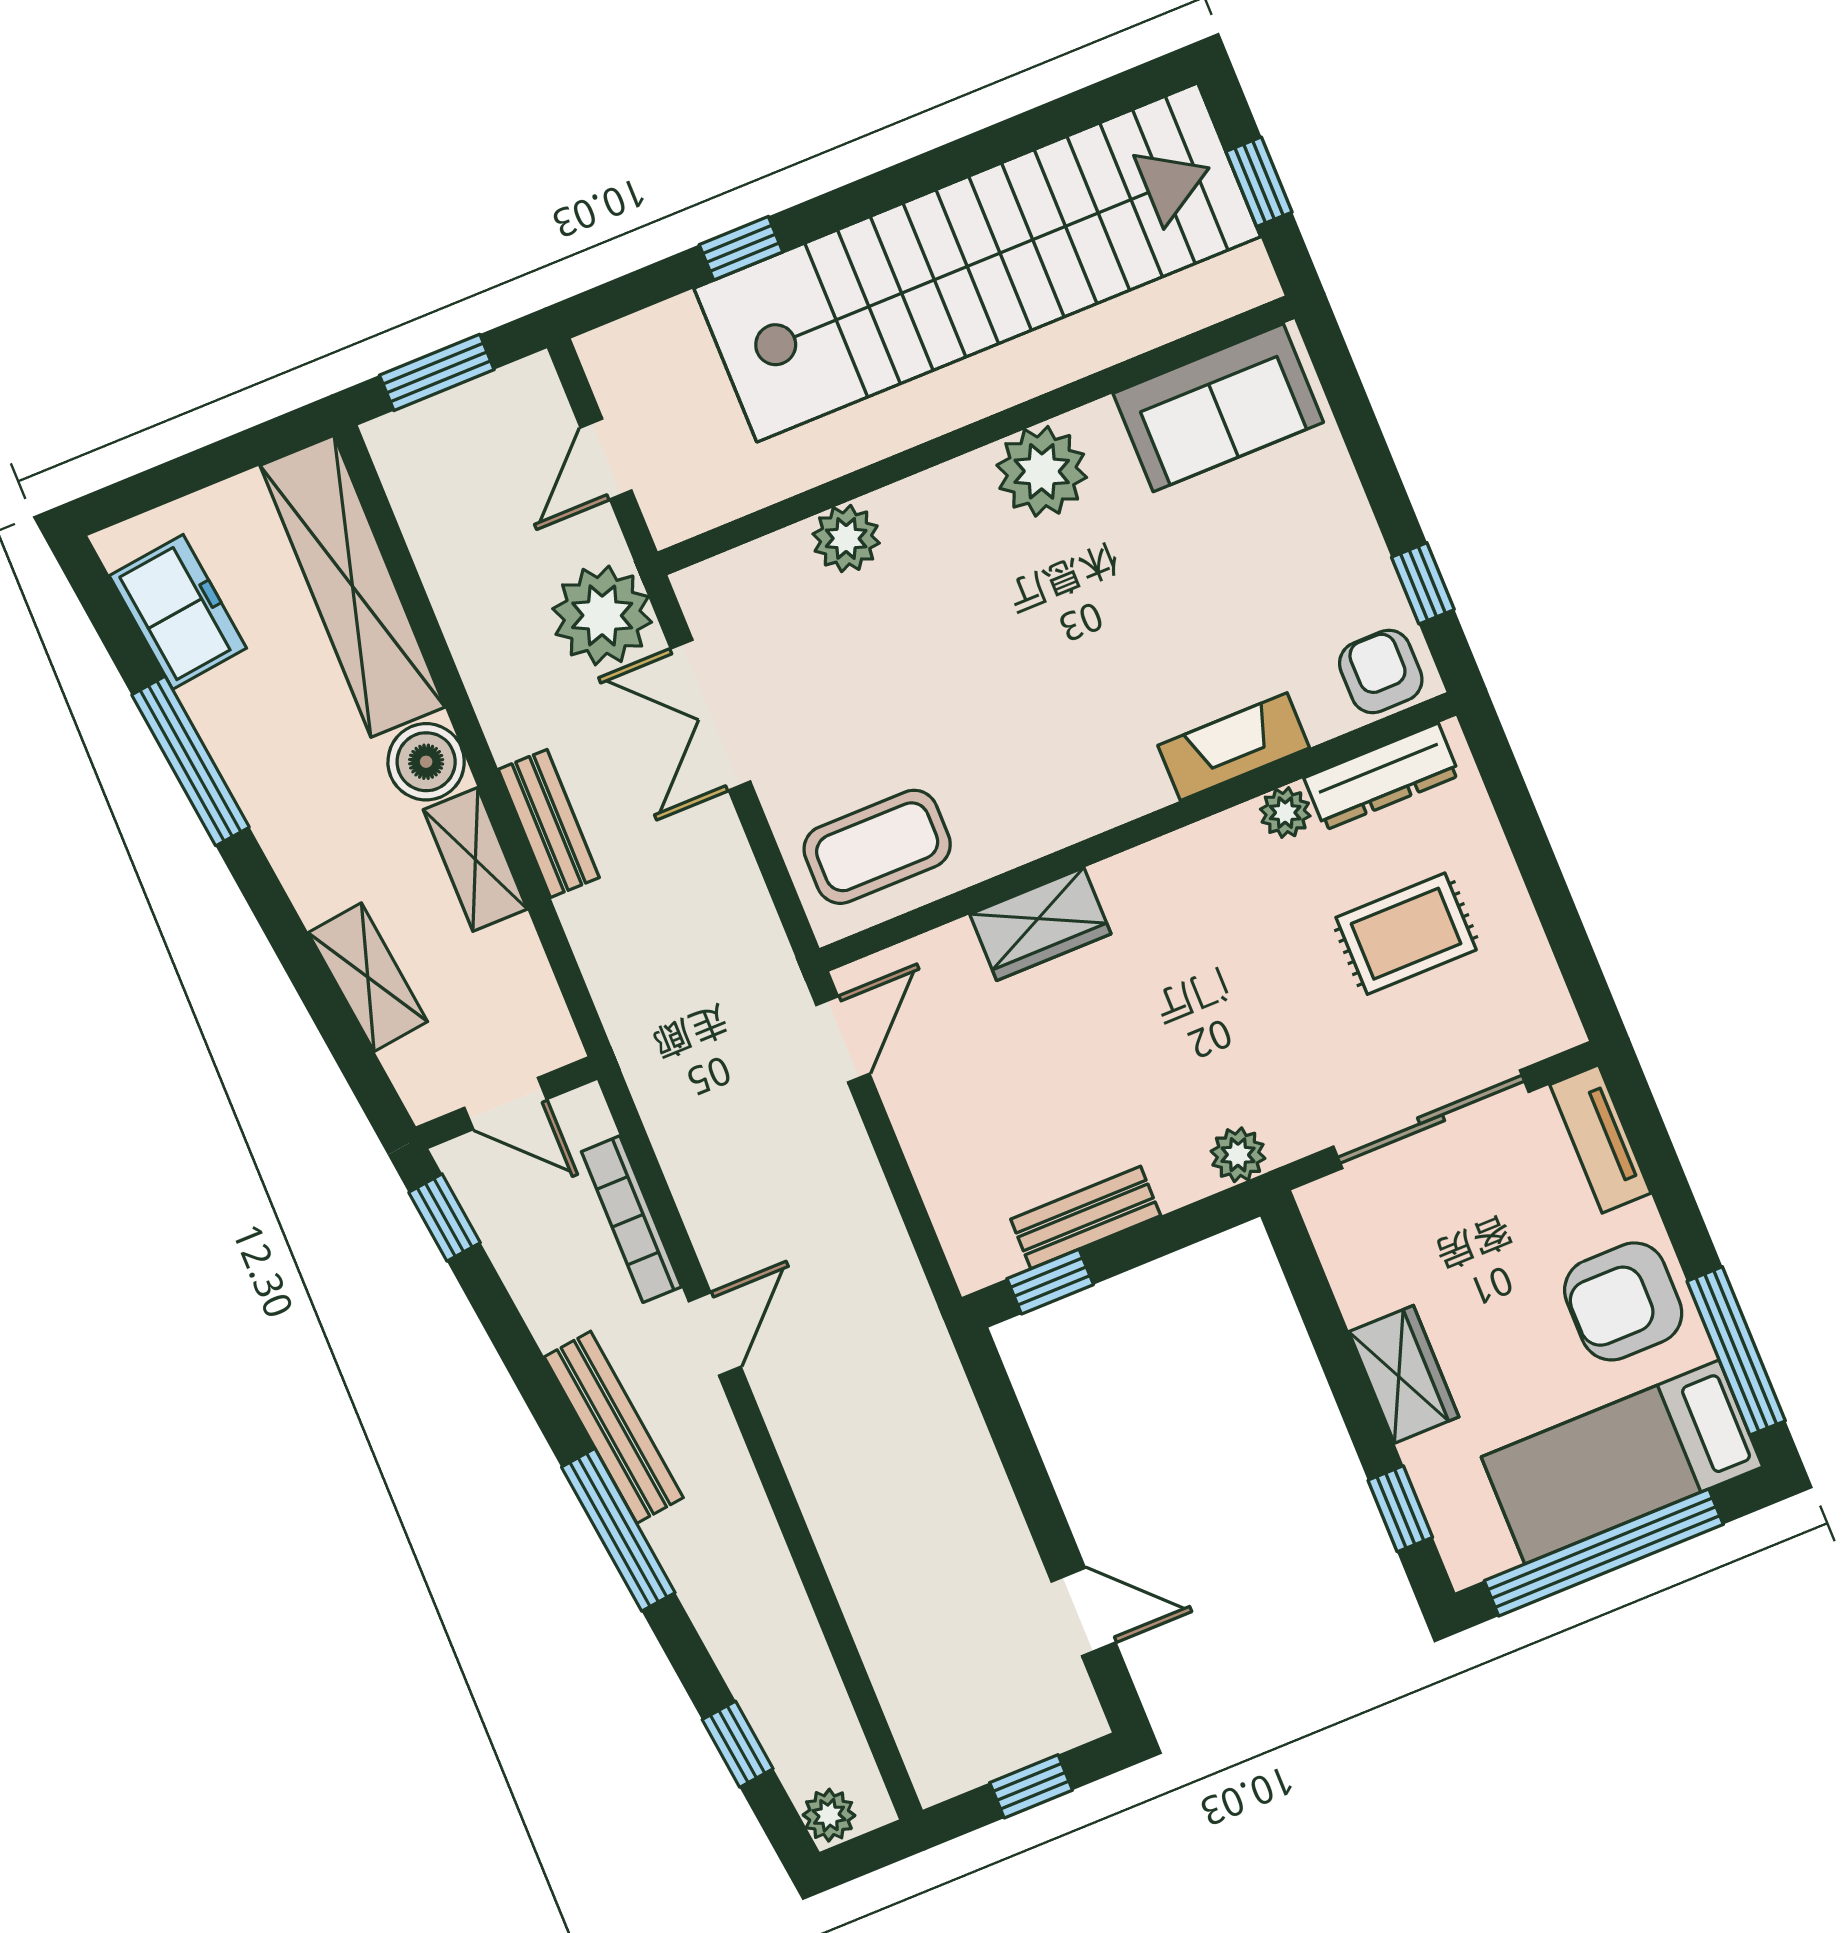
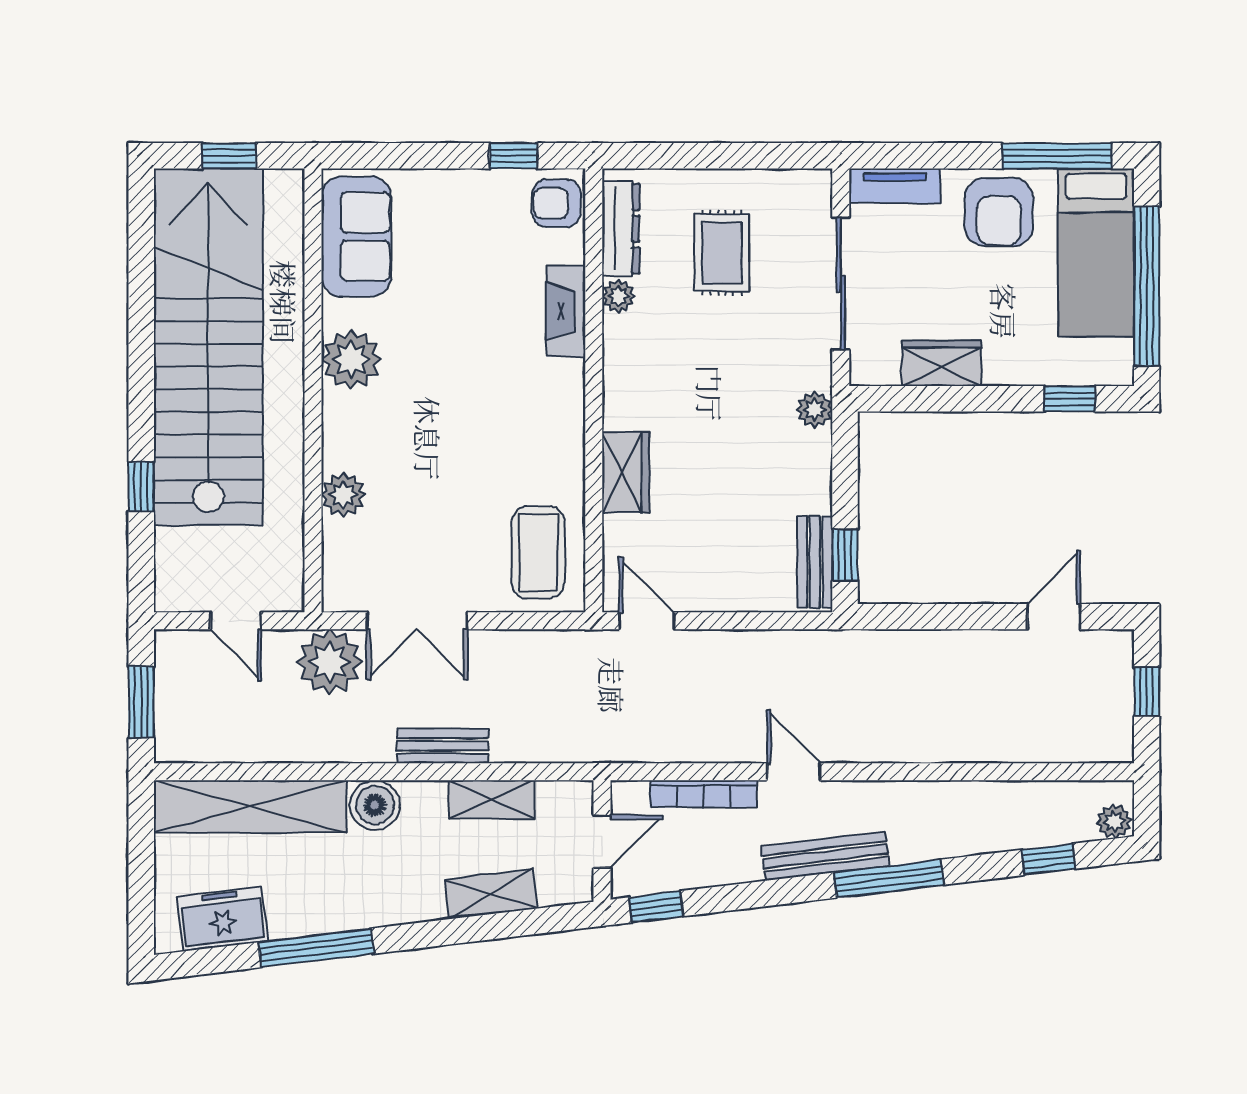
shelving: (475, 859) -> (491, 799), moved
bench: (1086, 1217) -> (815, 562), moved
wardrobe: (1404, 1374) -> (942, 363), moved

